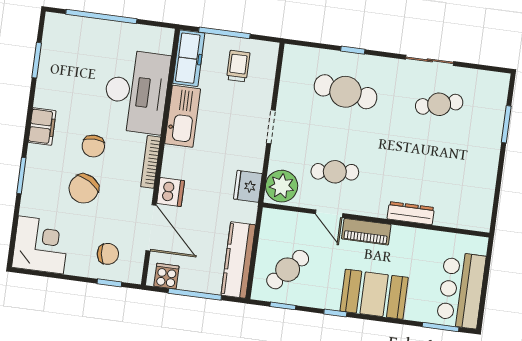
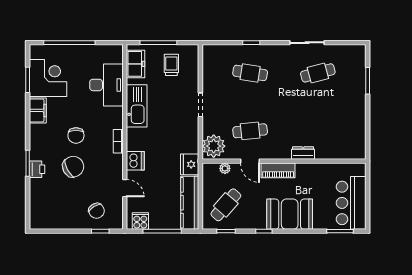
freezer: (189, 58) -> (135, 64), width x0.71
desk: (136, 92) -> (106, 85), width x0.73, depth x0.77
cafe table: (346, 92) -> (250, 73), width x0.73, depth x0.74
filing cabinet: (42, 127) -> (38, 110), moved
bookcase: (151, 162) -> (118, 141), width x0.64
printer: (33, 186) -> (37, 169), added
fridge: (248, 186) -> (190, 164), moved
chair: (84, 189) -> (73, 167), turned -148
dresser: (411, 213) -> (303, 153), width x0.70
plant: (293, 219) -> (225, 168), added
door: (151, 228) -> (125, 188), width x0.53
corner desk: (41, 245) -> (48, 78), moved
chair: (108, 254) -> (97, 211), turned 65

